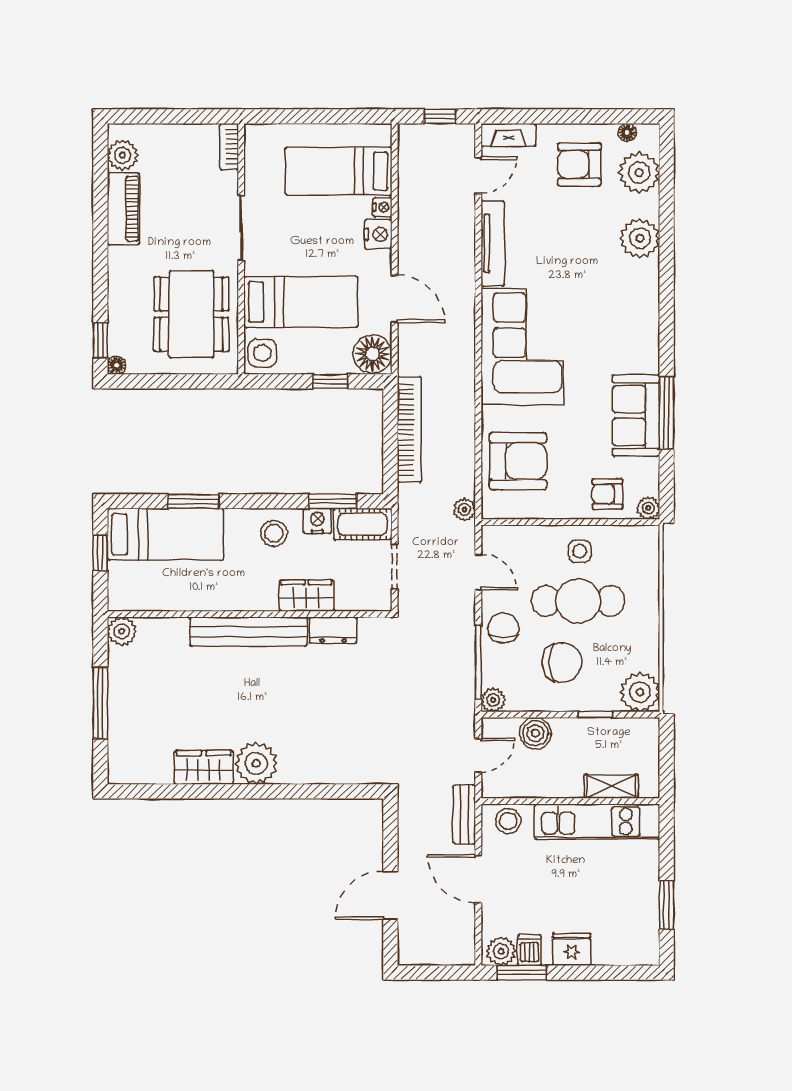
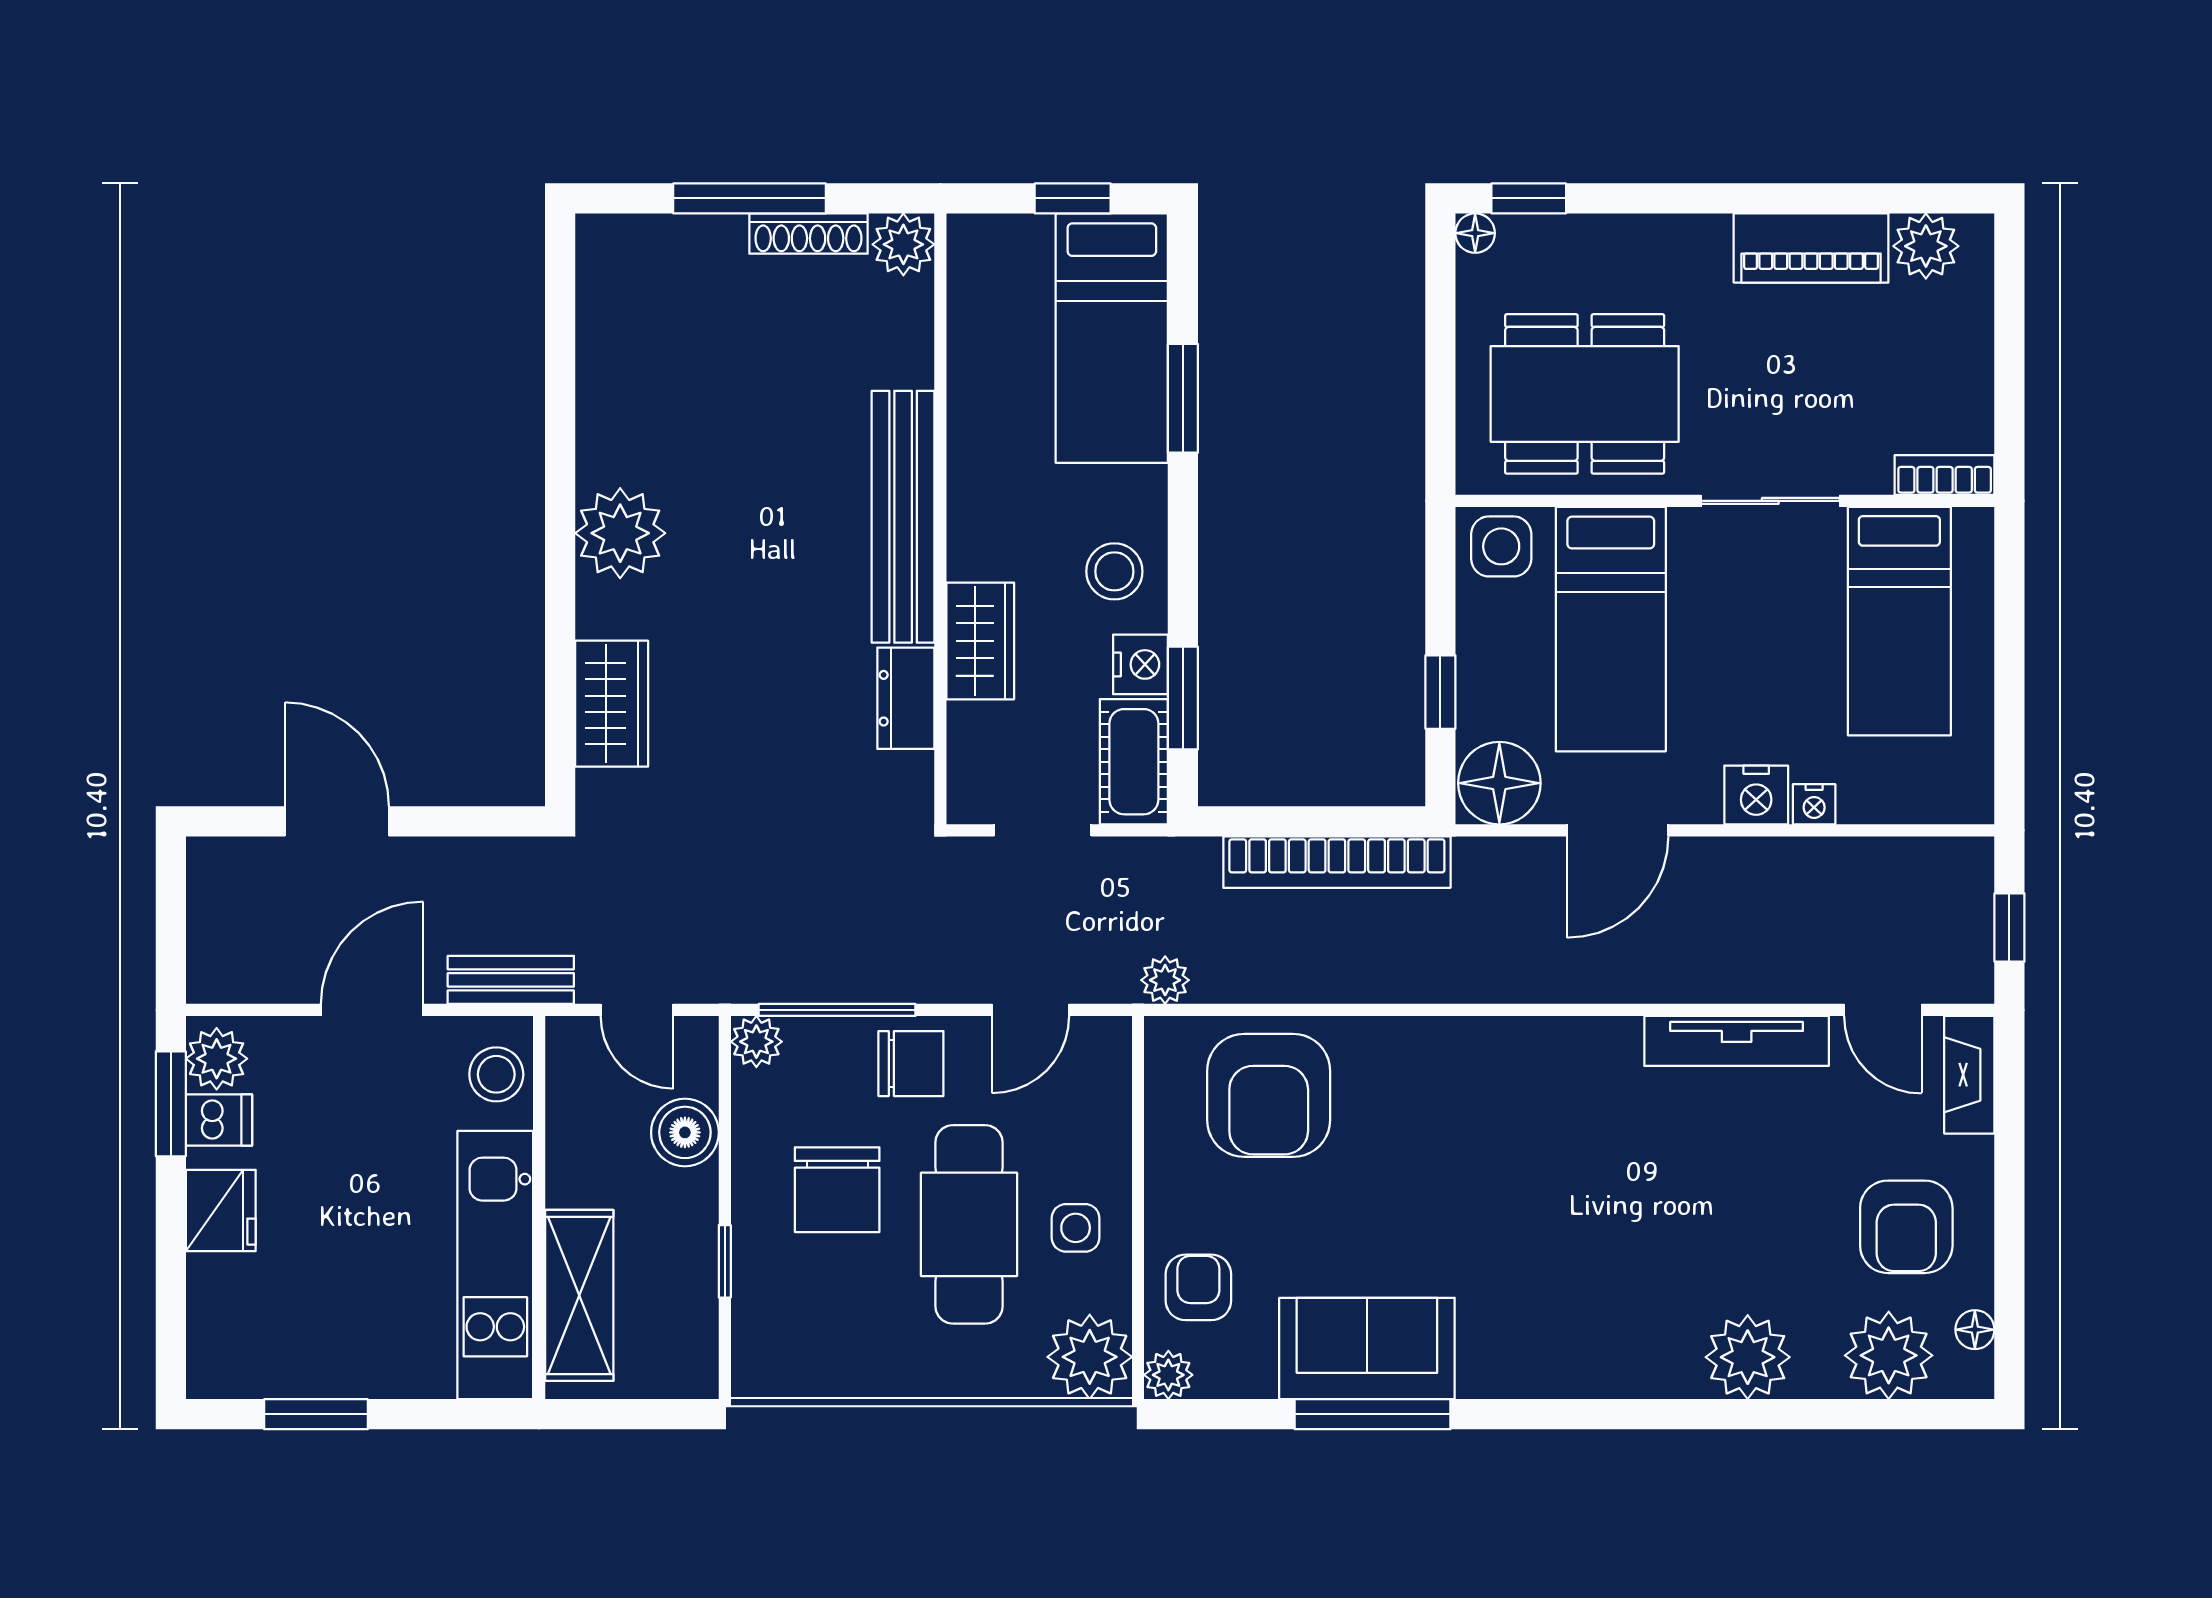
armchair: (579, 164) -> (1906, 1227), turned 180
bed: (339, 171) -> (1899, 621), moved, turned 180
corner sofa: (522, 346) -> (1515, 1105), removed
shoe rack: (117, 676) -> (808, 234), added
plant: (640, 692) -> (1090, 1357), moved
wardrobe: (204, 767) -> (612, 704), moved
shelving: (611, 786) -> (579, 1295), width x1.50, depth x1.33

